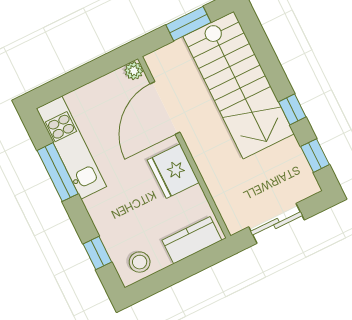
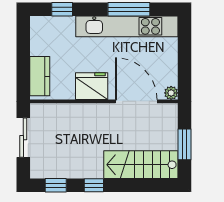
stairs: (239, 85) -> (141, 165), width x0.73, depth x0.66
kitchen unit: (71, 148) -> (127, 26), width x1.36
stool: (140, 262) -> (42, 34), removed

